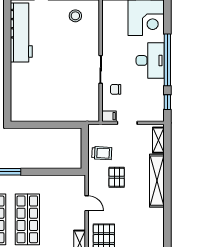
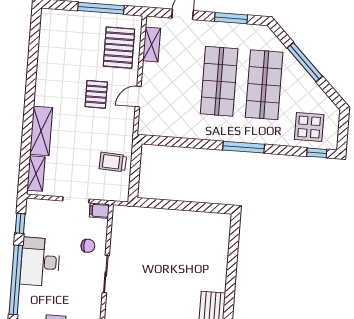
desk: (150, 60) -> (40, 262), moved
pallet: (117, 177) -> (96, 94), moved
shelving: (157, 181) -> (41, 131), width x0.68
door: (87, 203) -> (138, 97), hinge flipped

